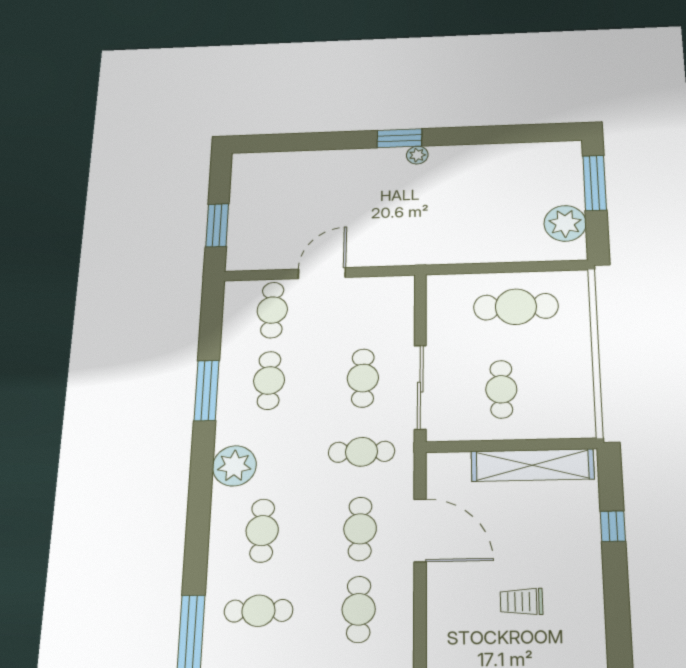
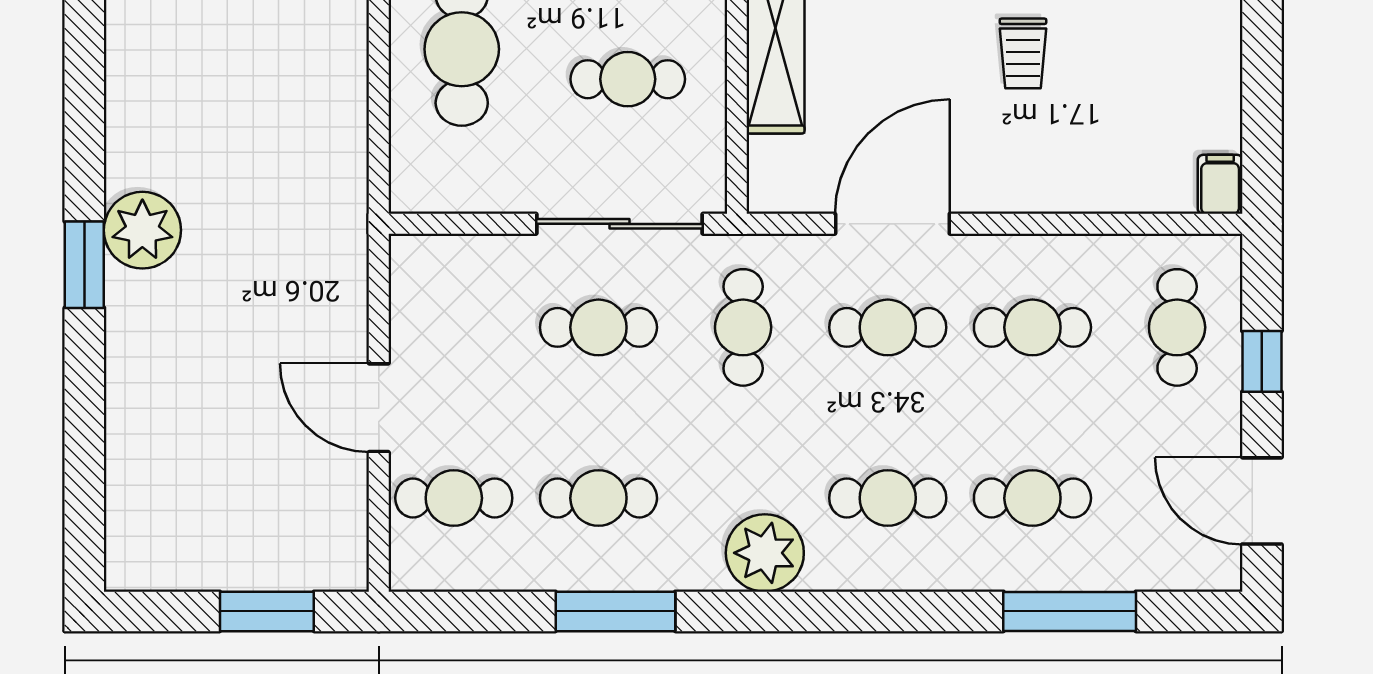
plant: (417, 155) -> (142, 230), width x1.87, depth x1.87
cafe table: (258, 611) -> (1032, 498), turned 90

